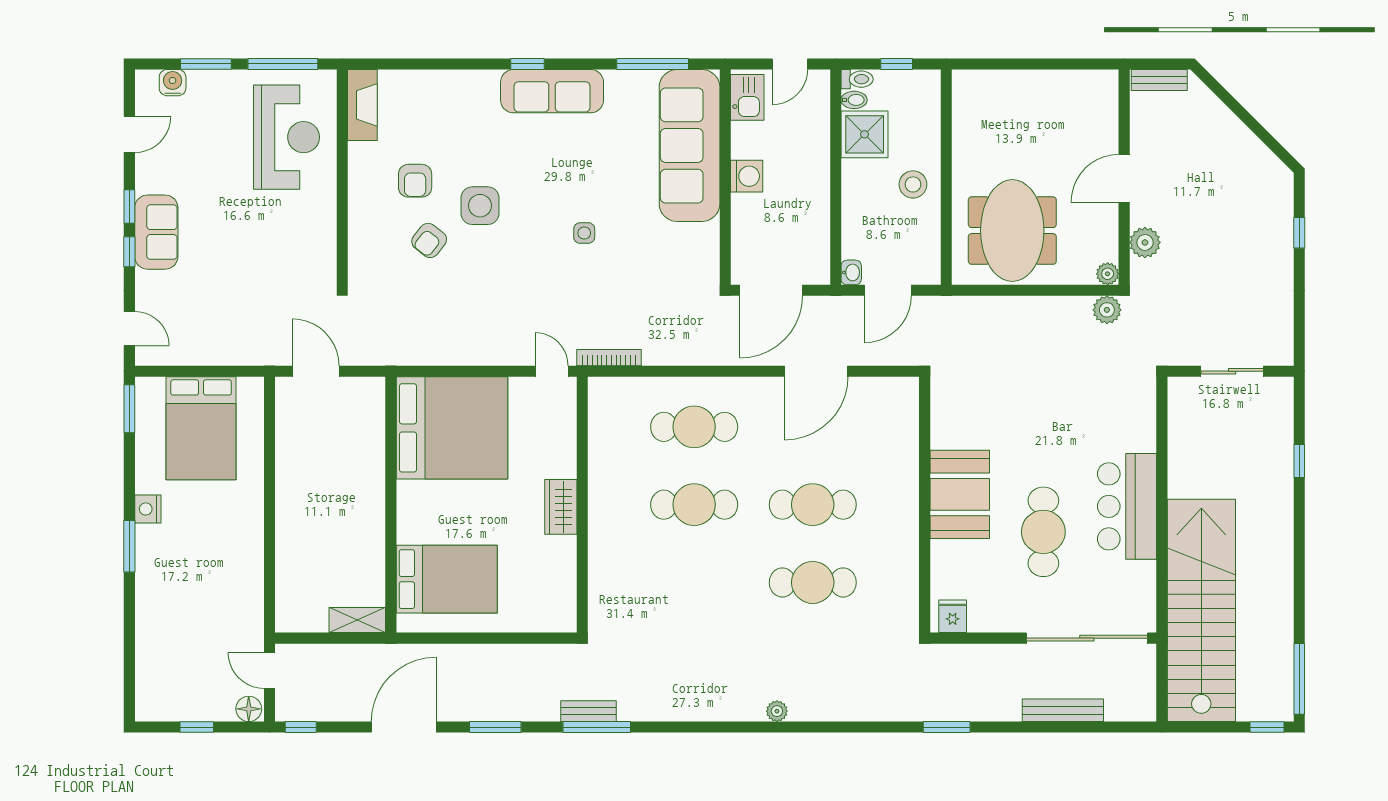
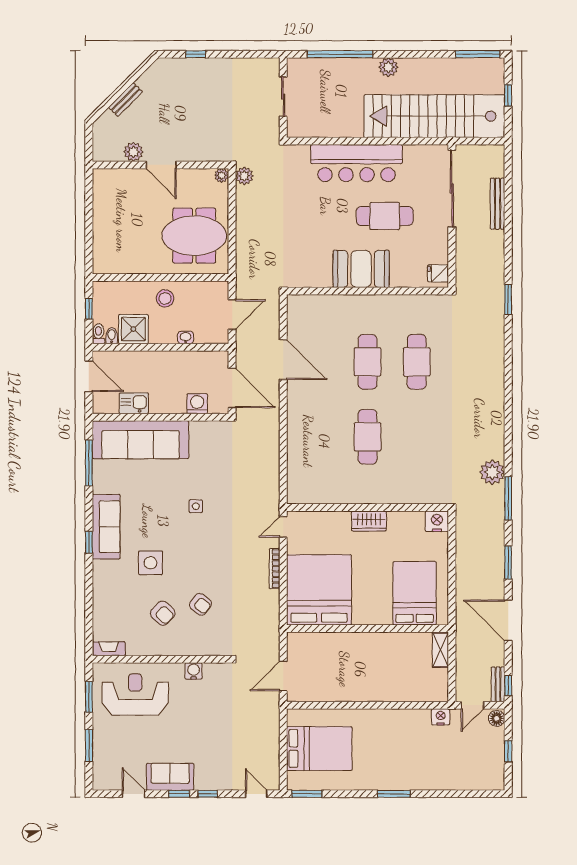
window: (283, 64) -> (89, 697), width x0.69
door: (790, 64) -> (89, 376), width x1.37
bench: (1159, 80) -> (125, 100), moved, turned 45
water cooler: (173, 83) -> (194, 671), moved, turned 90
kitchen sink: (747, 97) -> (134, 403), moved
fireplace: (362, 105) -> (109, 649), width x0.73, depth x0.76
washing machine: (747, 176) -> (197, 404), moved
armchair: (415, 181) -> (163, 613), turned 44
side table: (480, 206) -> (151, 563), moved
sofa: (156, 232) -> (170, 777), moved
plant: (1145, 242) -> (133, 152), moved
washbasin: (851, 272) -> (186, 338), moved
door: (888, 290) -> (232, 314), hinge flipped
door: (129, 329) -> (256, 794), hinge flipped
bookcase: (609, 358) -> (275, 569), moved
cafe table: (694, 427) -> (318, 437), removed
window: (1299, 461) -> (340, 54), width x3.17
bar counter: (1127, 506) -> (356, 163), width x1.36
nightstand: (148, 509) -> (441, 717), moved, turned 180
plant: (1279, 538) -> (388, 67), added
nightstand: (560, 614) -> (437, 521), added
bench: (588, 711) -> (498, 684), moved
plant: (777, 711) -> (492, 472), moved, width x1.88, depth x1.88
window: (947, 727) -> (508, 299), moved
window: (1267, 727) -> (508, 95), moved

